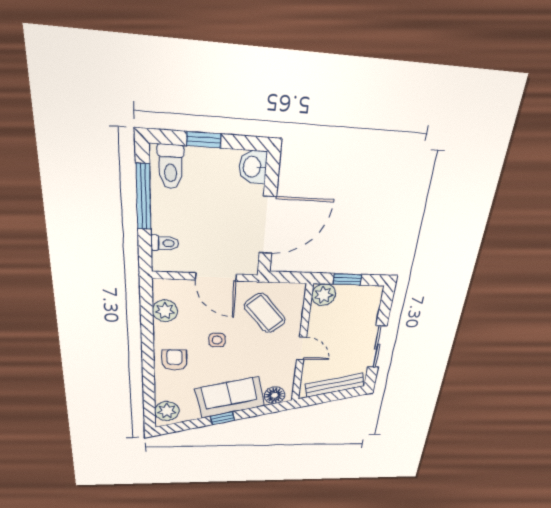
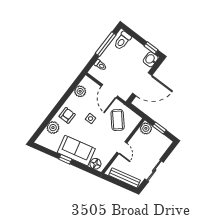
window: (204, 140) -> (151, 48), moved
plant: (167, 411) -> (53, 128), moved

